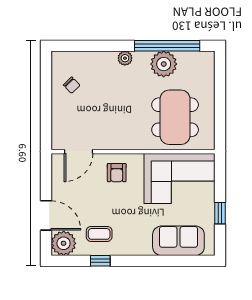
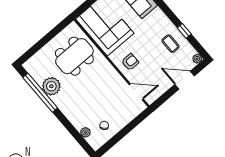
plant: (125, 58) -> (85, 132), moved
door: (46, 215) -> (185, 80), hinge flipped
plant: (64, 243) -> (197, 59), width x0.53, depth x0.53

